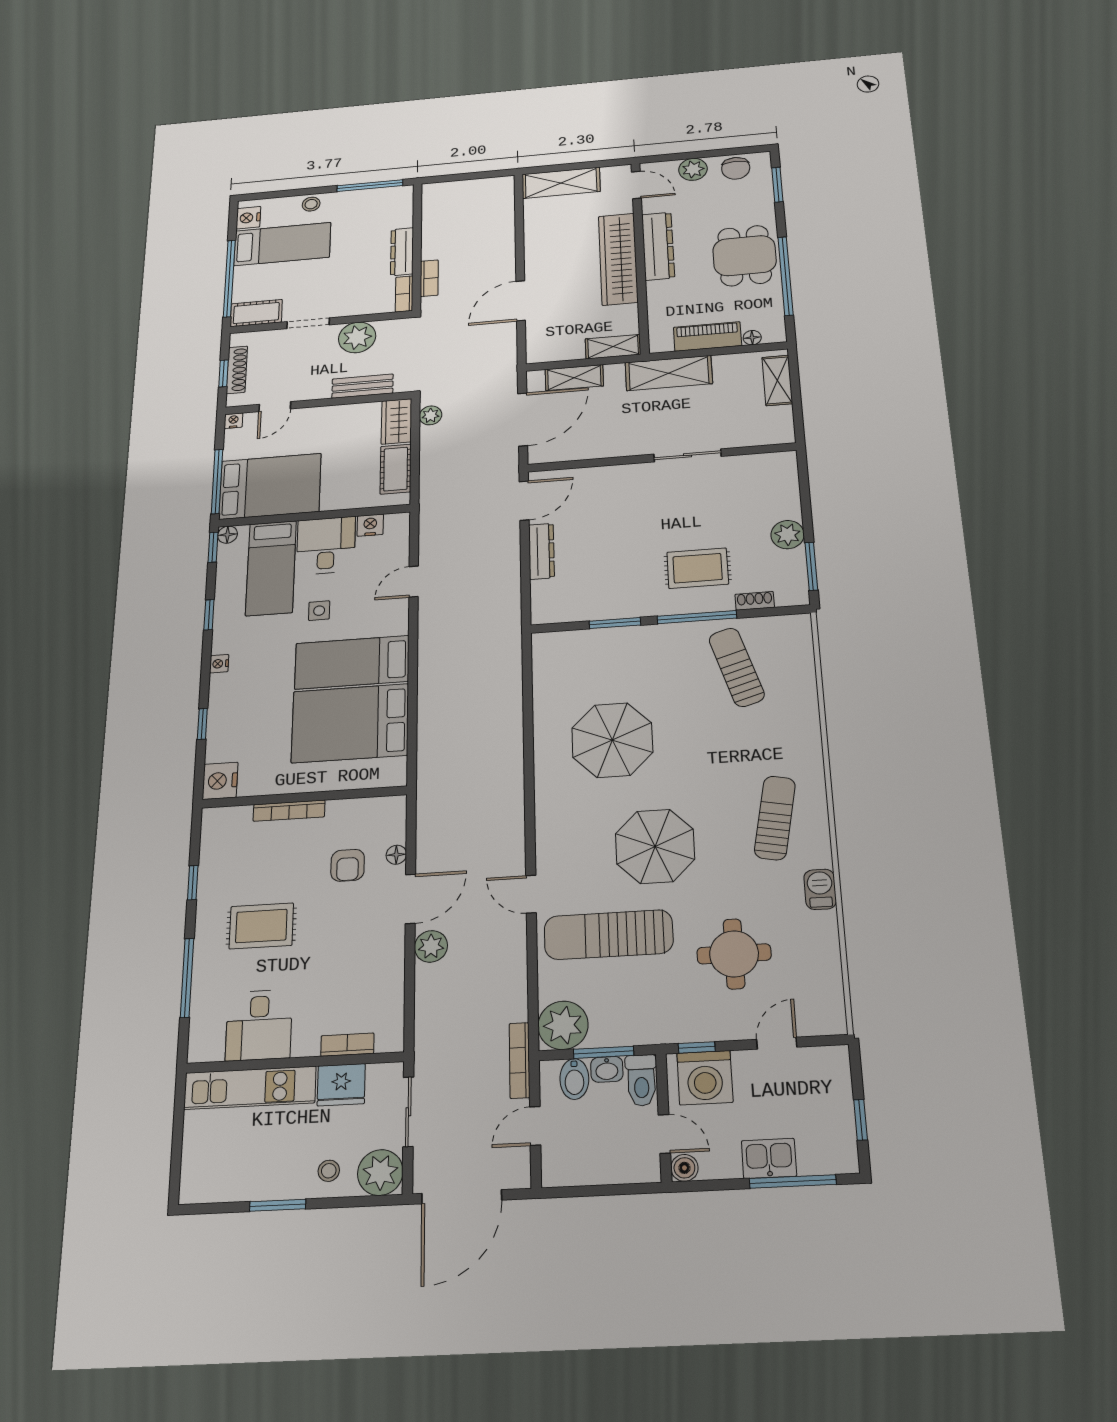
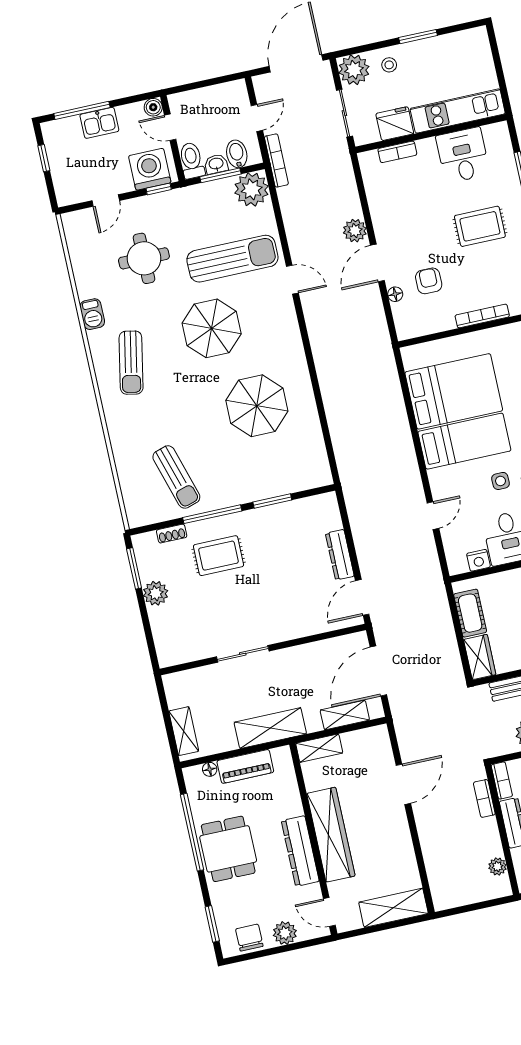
plant: (430, 415) -> (497, 867), moved

